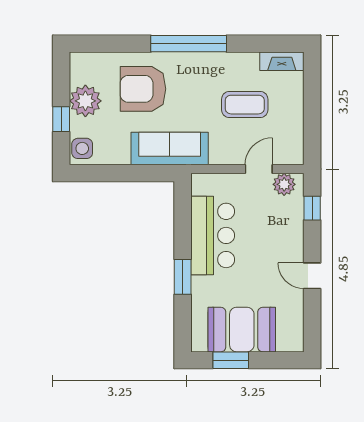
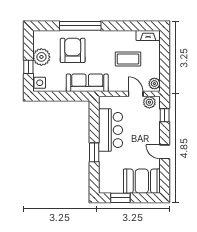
window: (189, 44) -> (80, 26), moved
armchair: (143, 89) -> (73, 50), turned 90
plant: (293, 150) -> (154, 84), added
door: (259, 169) -> (136, 94), hinge flipped
booth: (242, 330) -> (142, 181), moved

